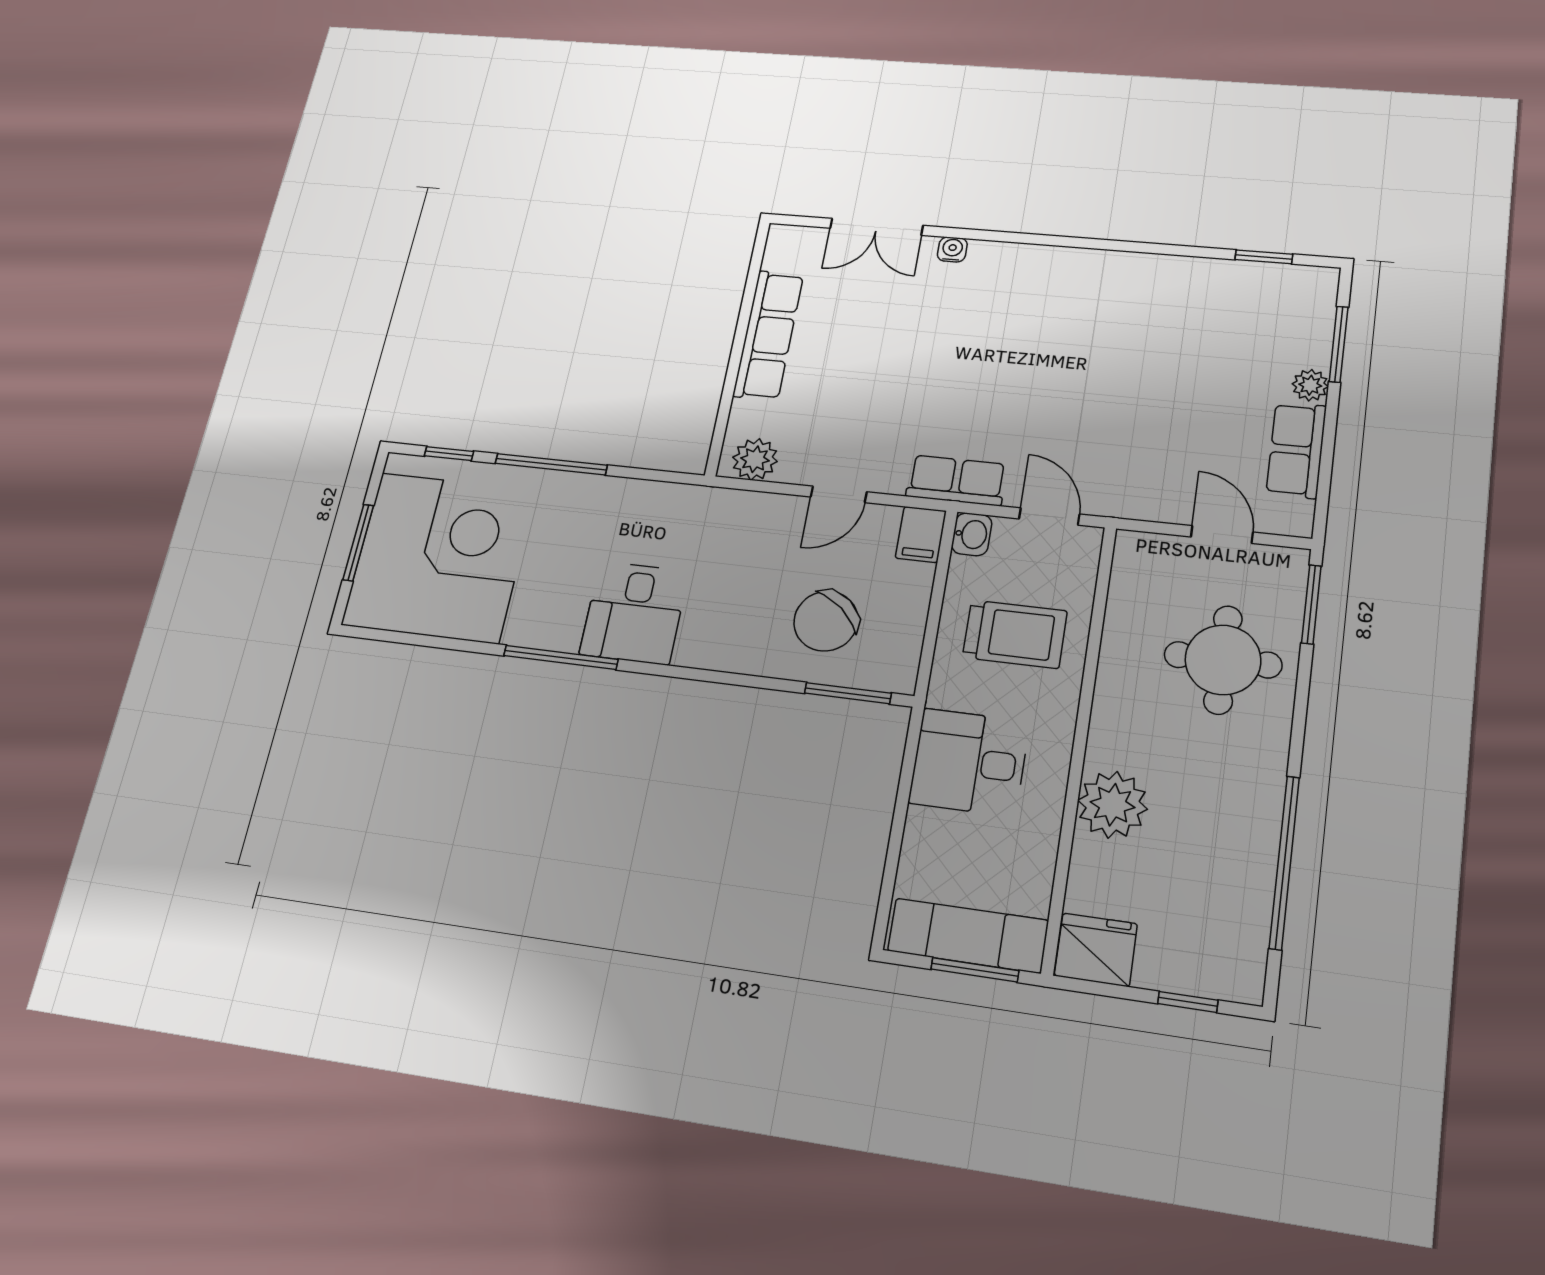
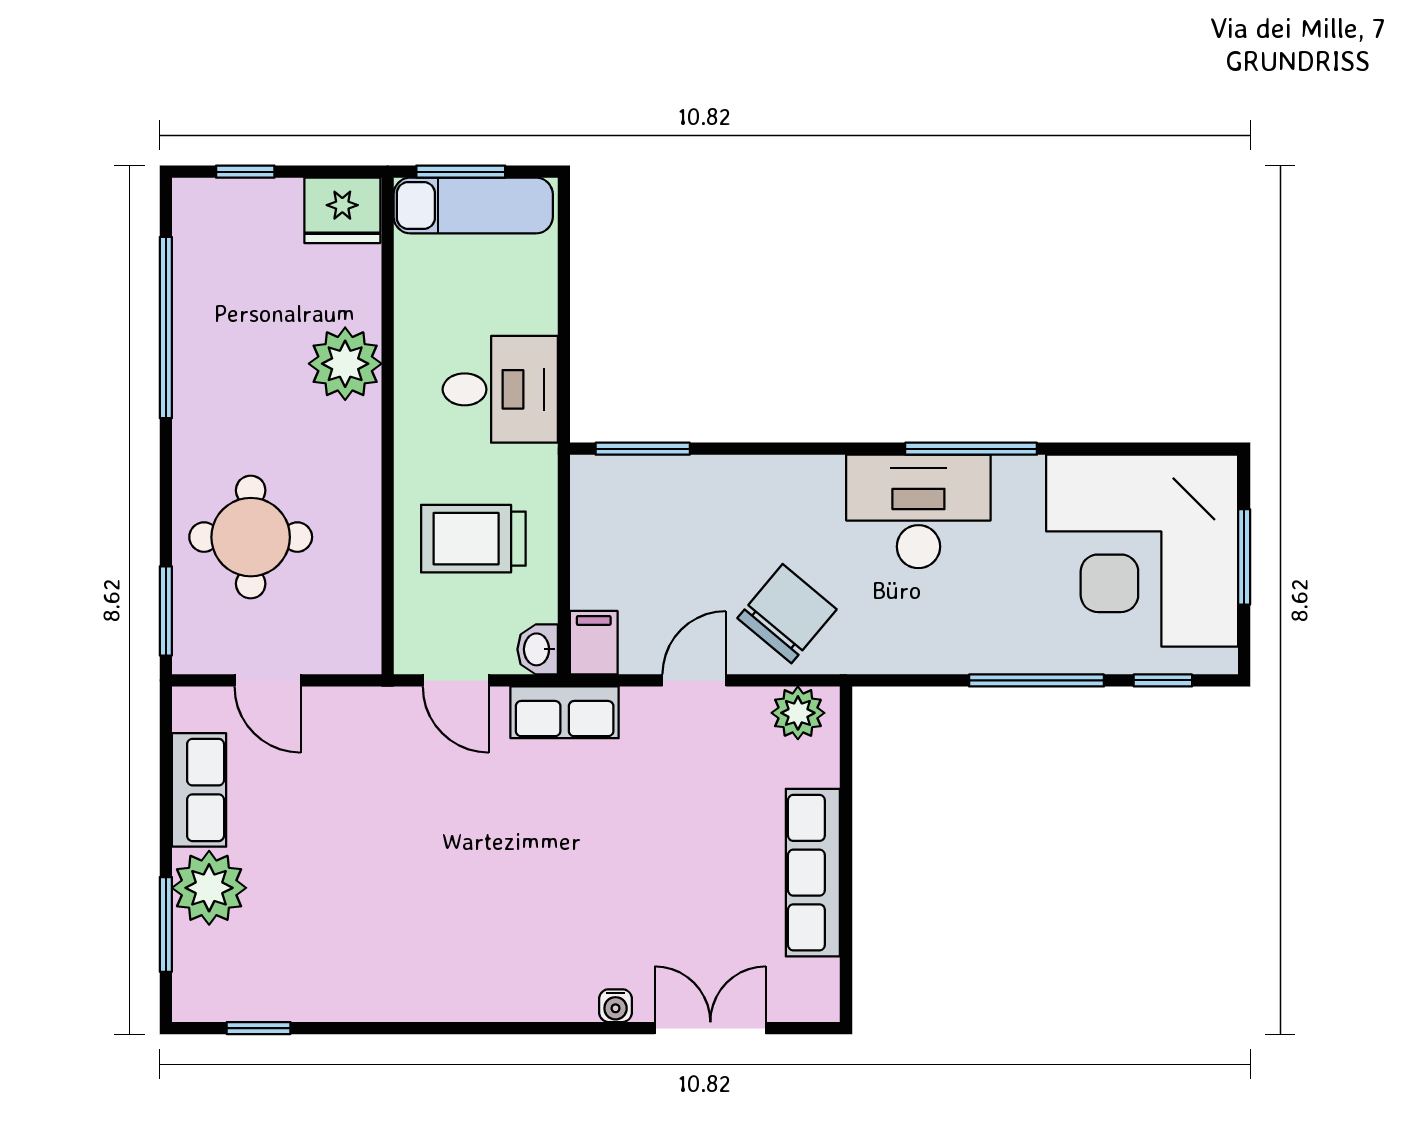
plant: (1310, 385) -> (209, 888), width x1.88, depth x1.88
desk: (634, 613) -> (918, 511), width x1.37
chair: (826, 621) -> (787, 614), moved

